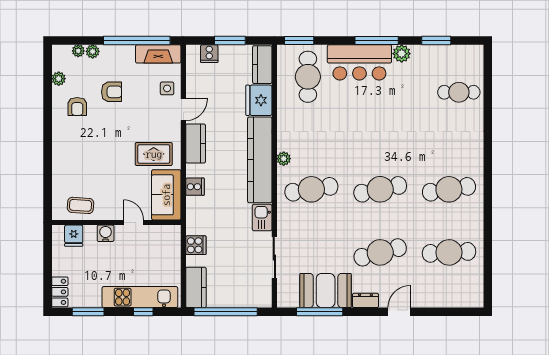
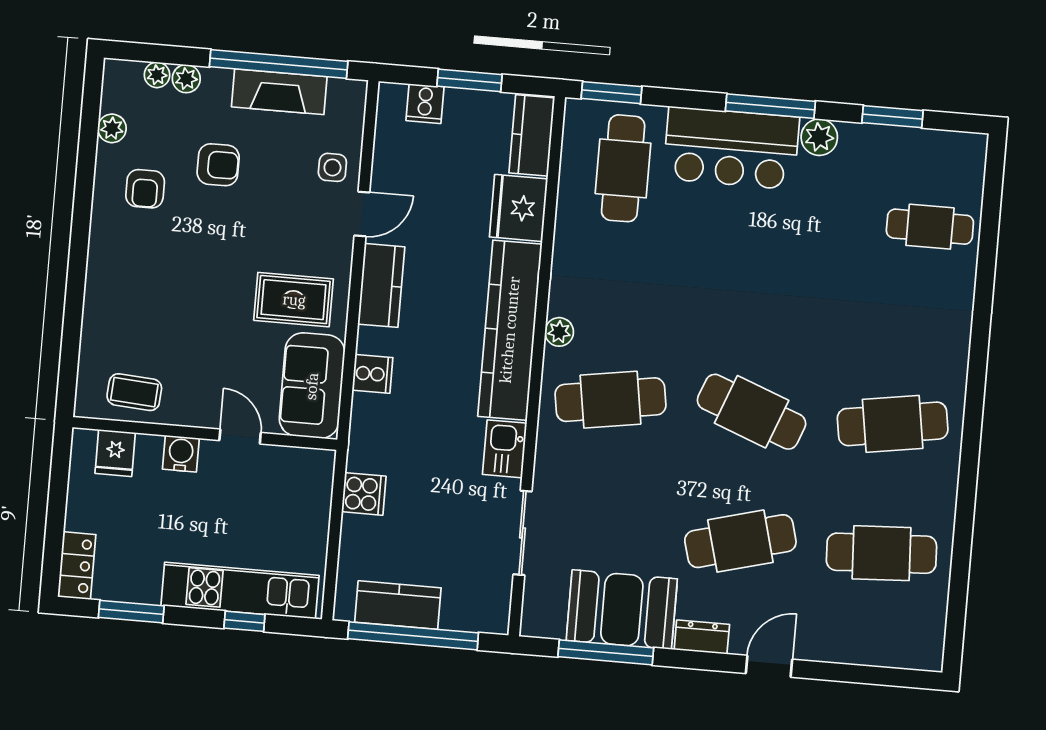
fireplace: (158, 54) -> (279, 92), moved
cafe table: (380, 189) -> (752, 412), turned 33
kitchen counter: (196, 287) -> (398, 605), moved, turned -90

